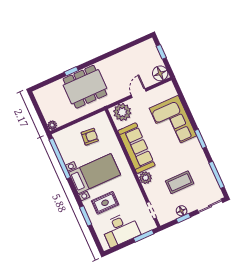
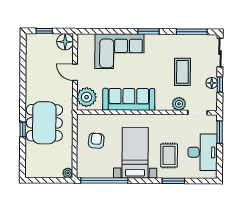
plant: (146, 178) -> (179, 104), moved

